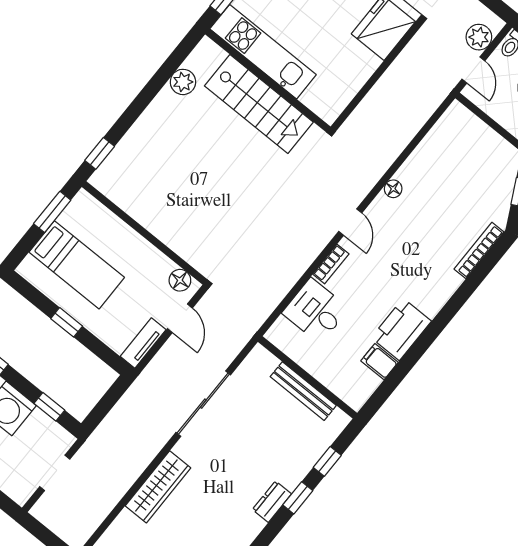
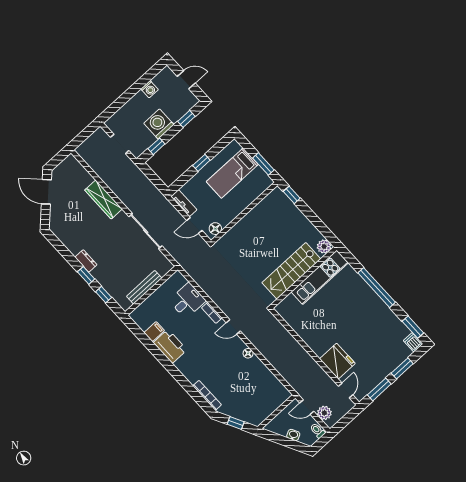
kitchen unit: (263, 52) -> (320, 277), moved
wall: (268, 81) -> (303, 278), moved
stairs: (259, 104) -> (291, 271), moved

